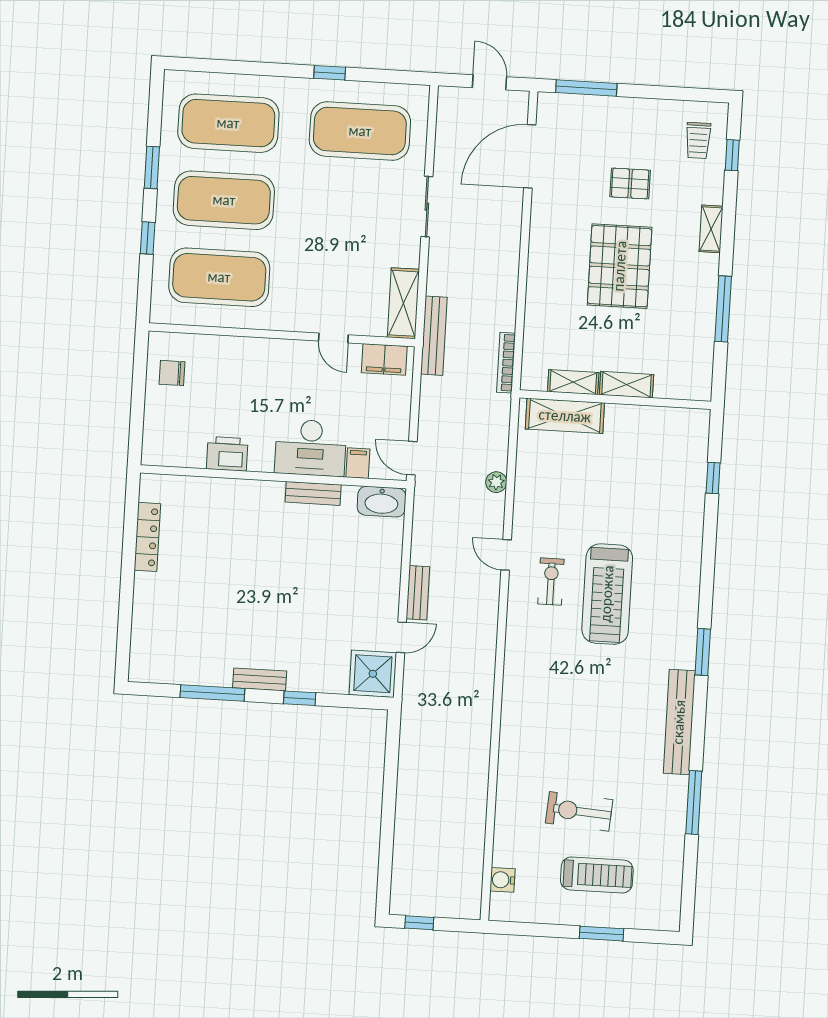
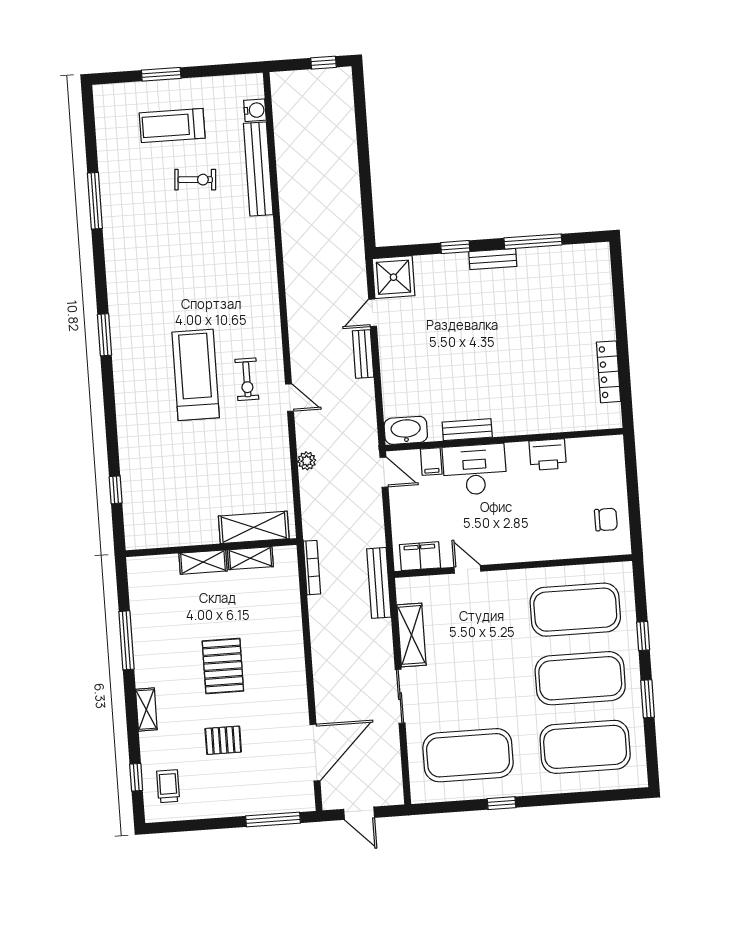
pallet: (620, 266) -> (223, 666), width x0.73, depth x0.71
shelving: (403, 303) -> (412, 635), moved
bench: (679, 722) -> (258, 169), moved
exercise bike: (579, 811) -> (195, 180), width x0.73, depth x0.72

